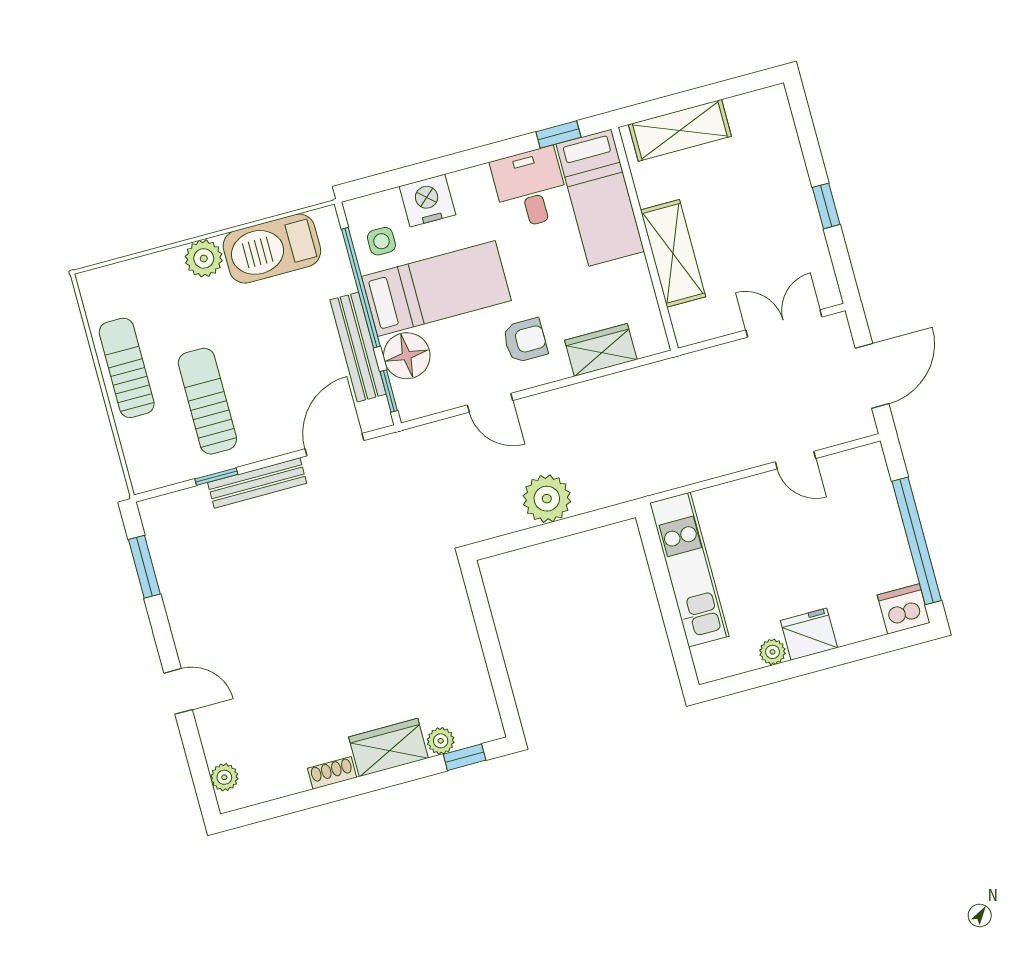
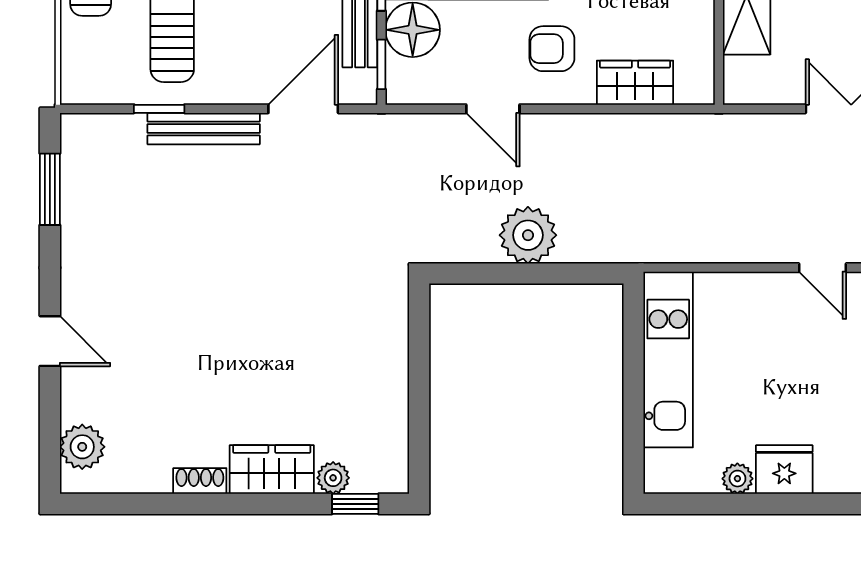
armchair: (525, 340) -> (552, 49), turned 180
plant: (224, 777) -> (82, 447), width x1.38, depth x1.38

